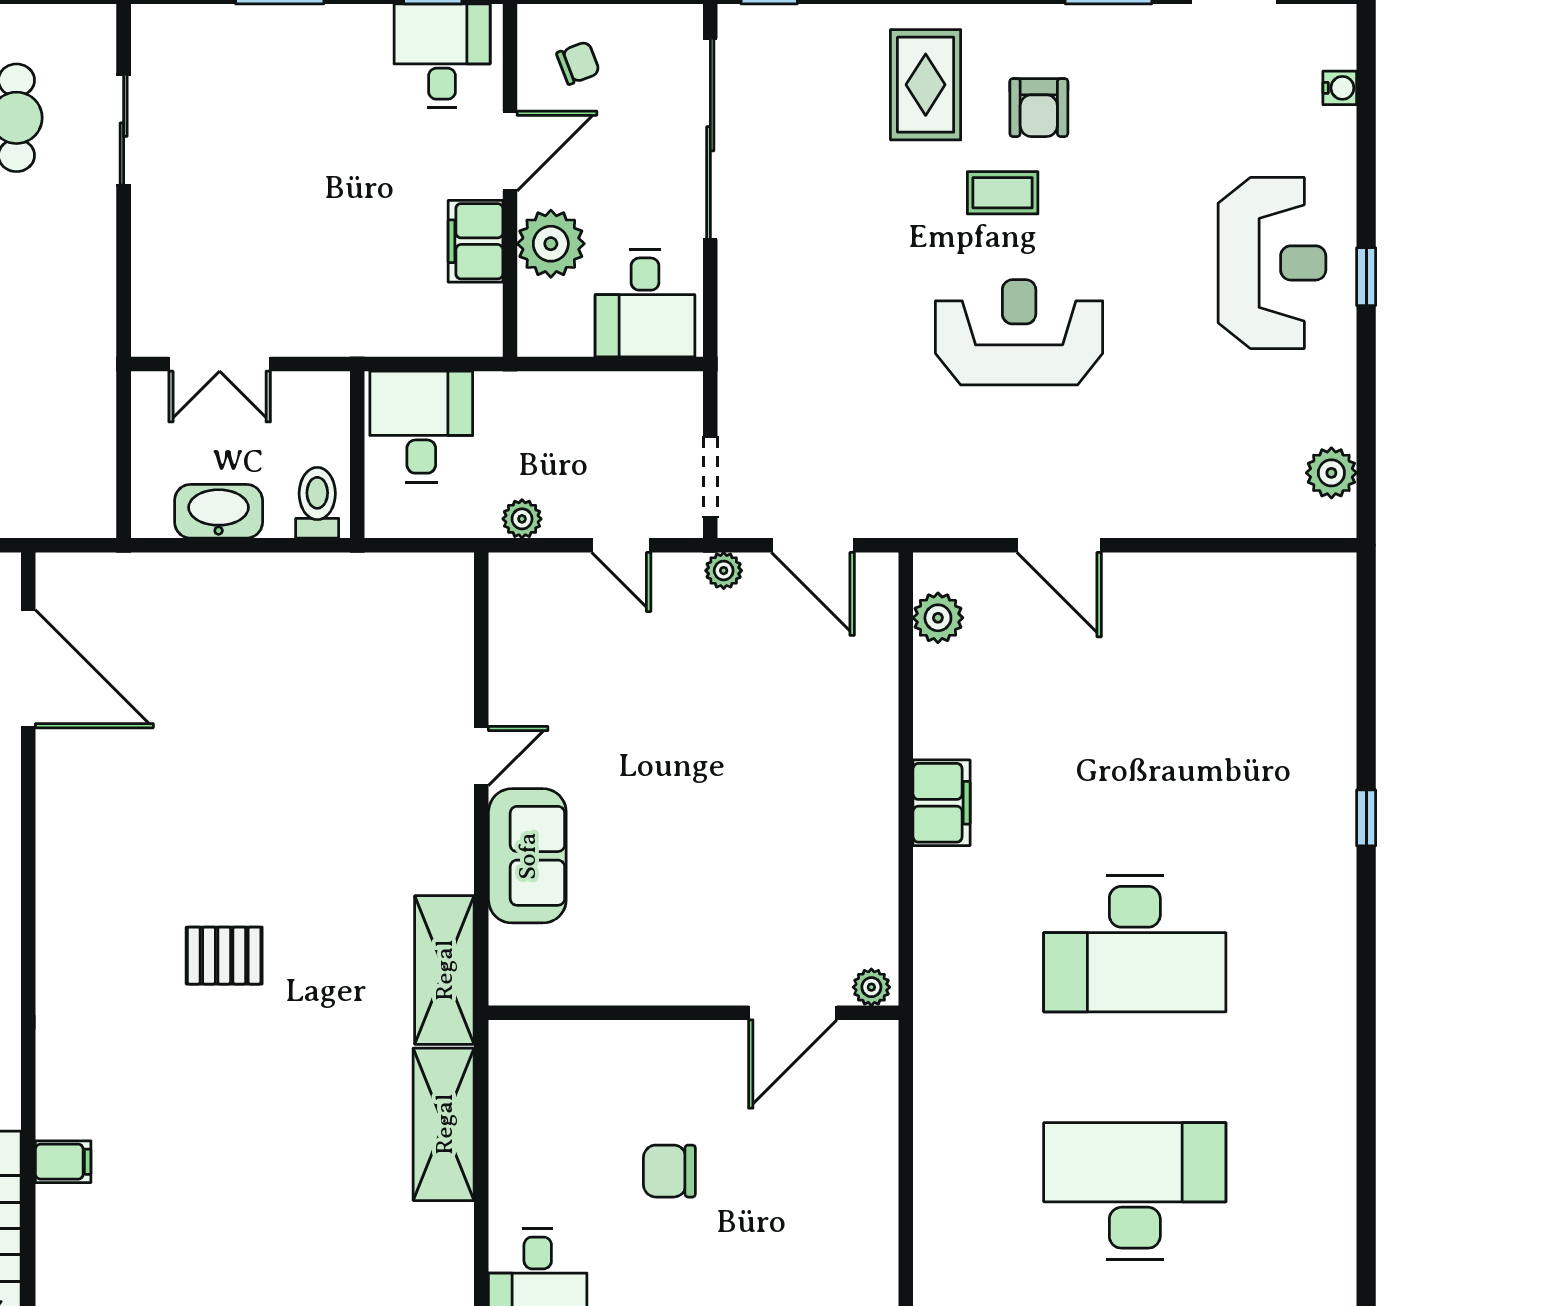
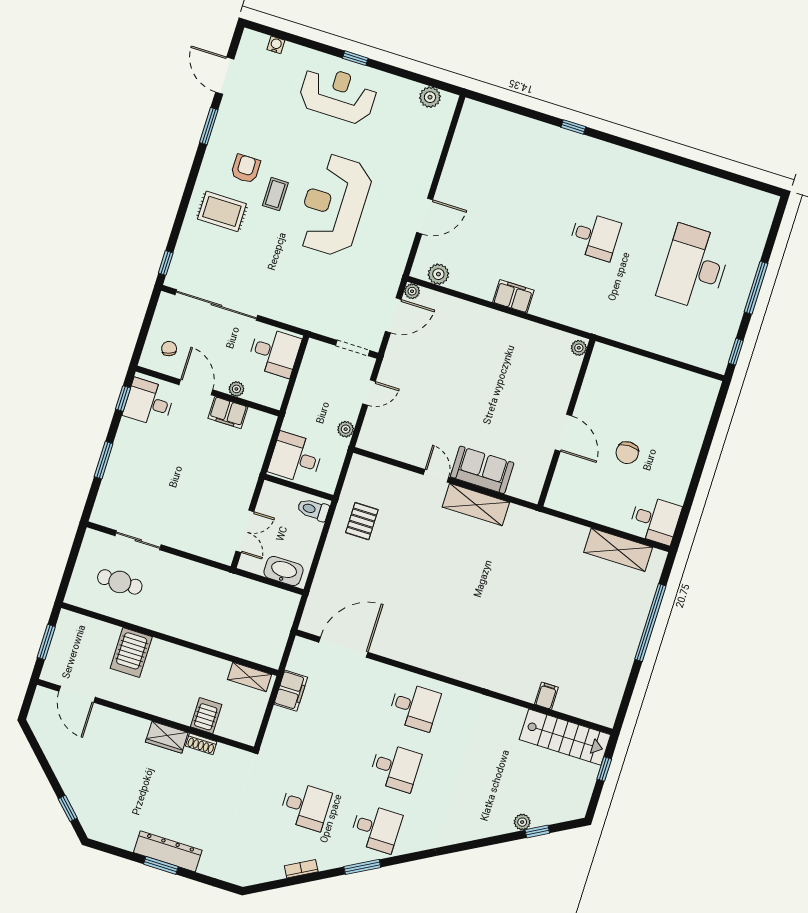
armchair: (1039, 108) -> (246, 169), turned -90
plant: (551, 244) -> (236, 389), width x0.53, depth x0.53
reception desk: (1019, 332) -> (334, 205), width x1.36, depth x1.30
washbasin: (219, 511) -> (284, 571), moved, turned 90
plant: (724, 571) -> (412, 291), moved
desk: (1135, 944) -> (595, 236), width x0.53, depth x0.77
pallet: (224, 956) -> (362, 521), moved
shelving: (444, 970) -> (476, 505), moved
door: (793, 1013) -> (563, 433), moved
shelving: (444, 1124) -> (618, 550), moved

